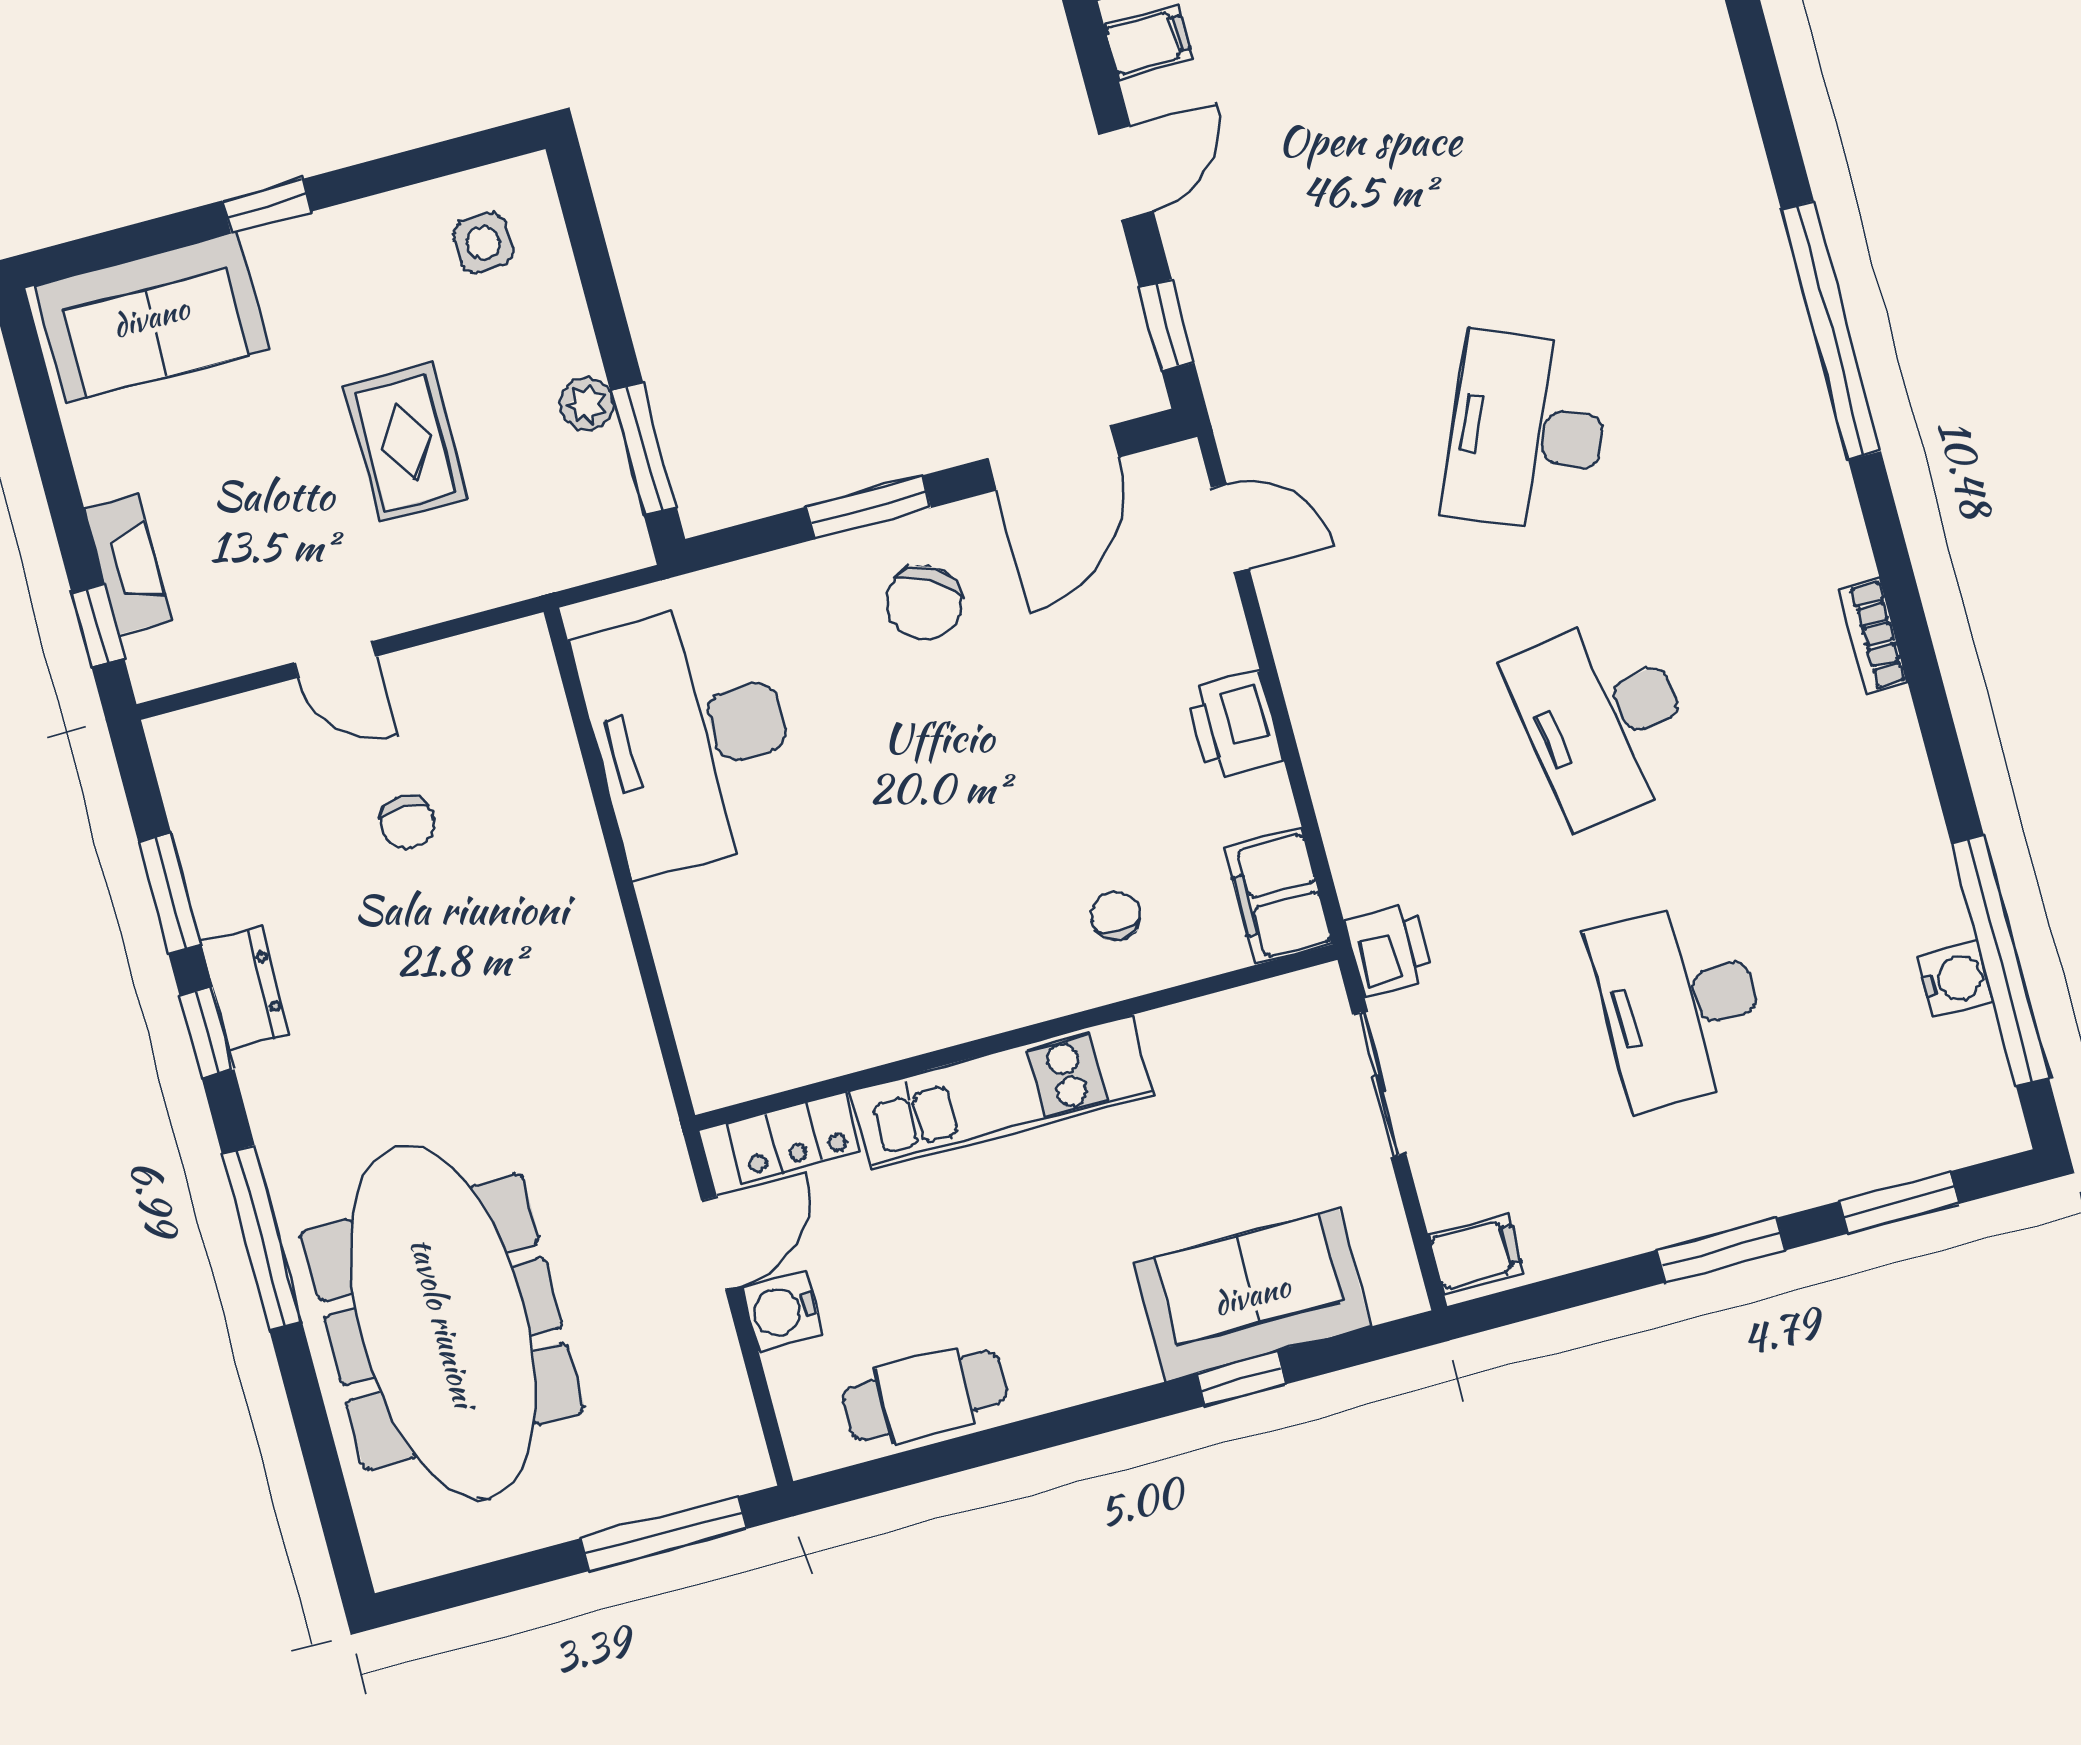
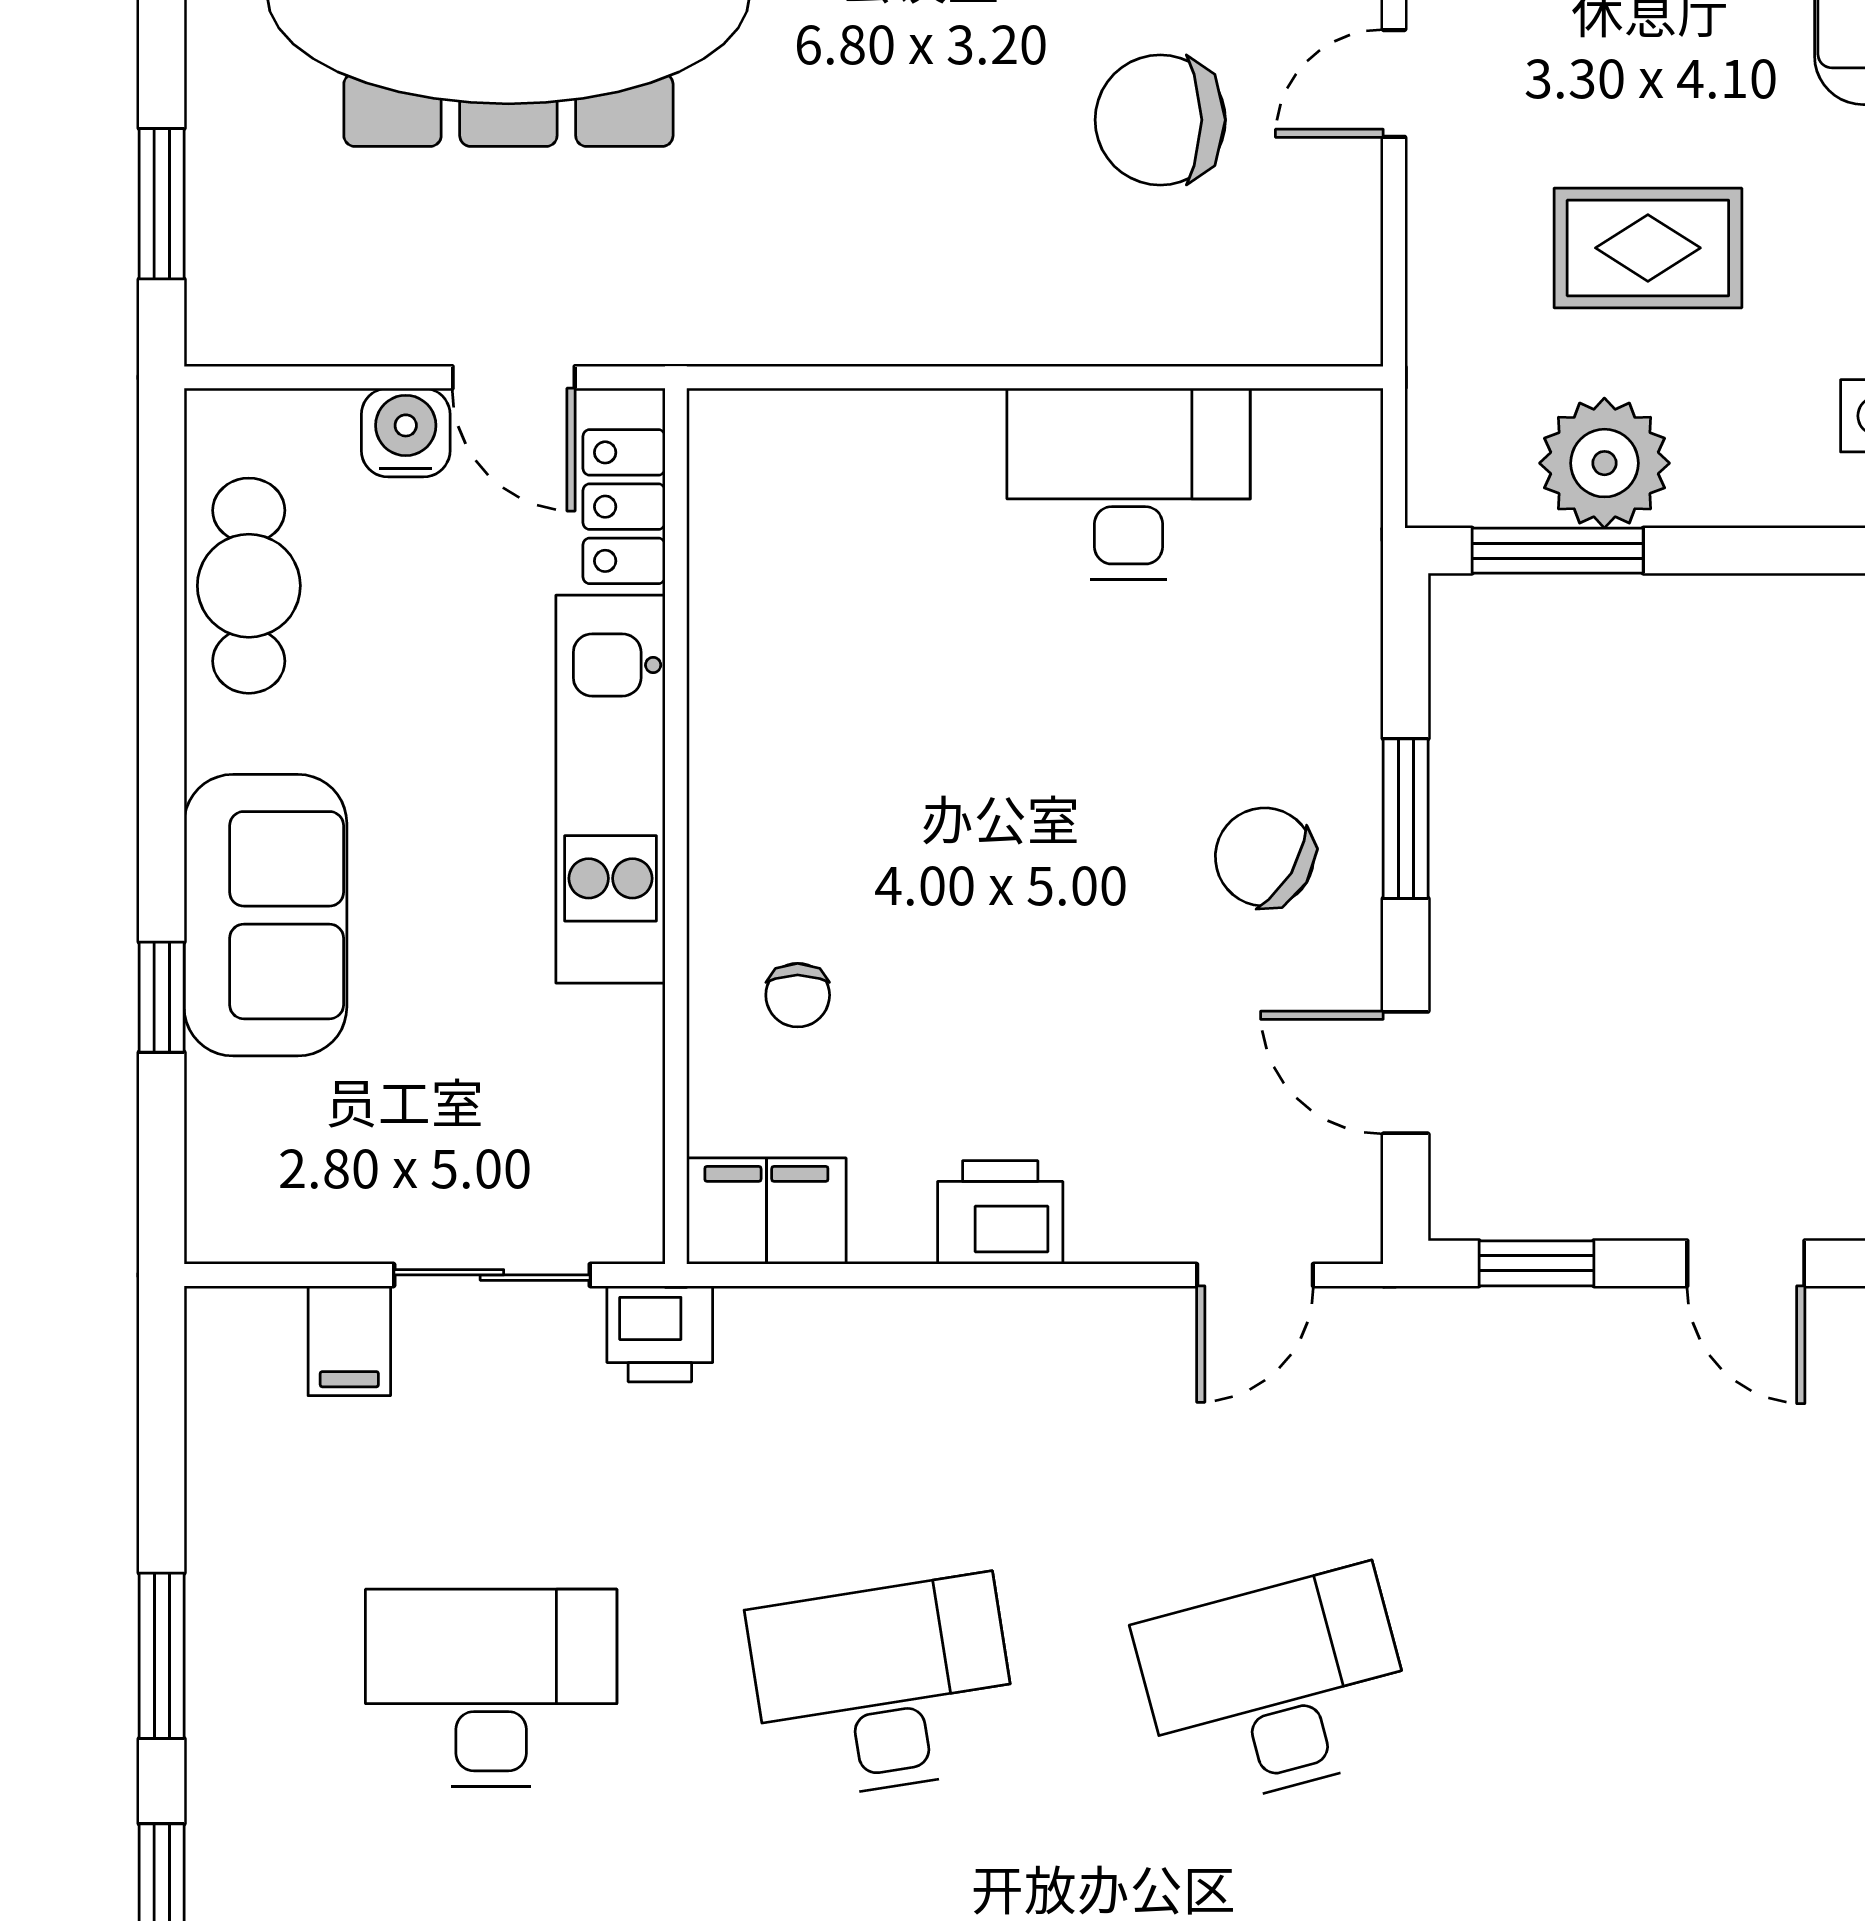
plant: (587, 404) -> (1604, 463), width x1.87, depth x1.87
desk: (1527, 432) -> (1276, 1688), turned -39
door: (1053, 458) -> (1406, 1073), width x0.73
desk: (691, 737) -> (1129, 484), width x0.73, depth x0.77
chair: (407, 823) -> (1160, 120), width x1.87, depth x1.87
chair: (1116, 916) -> (798, 995), turned 90
filing cabinet: (1476, 1254) -> (349, 1341), moved
sofa: (1252, 1295) -> (265, 915), moved
window: (663, 1534) -> (162, 204), width x0.69

